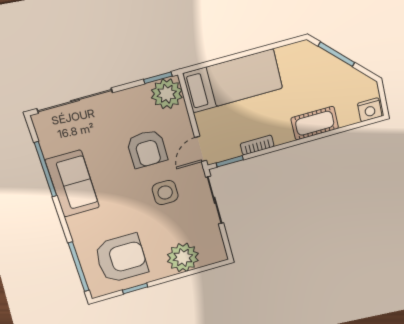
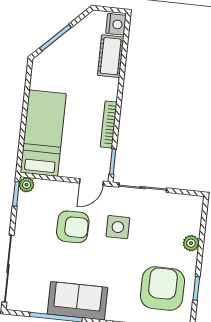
plant: (167, 94) -> (26, 185), width x0.53, depth x0.53
cot: (315, 123) -> (111, 56), moved
bookcase: (257, 145) -> (109, 125), width x1.56
door: (201, 149) -> (91, 182), hinge flipped
plant: (183, 258) -> (191, 243), width x0.53, depth x0.53

